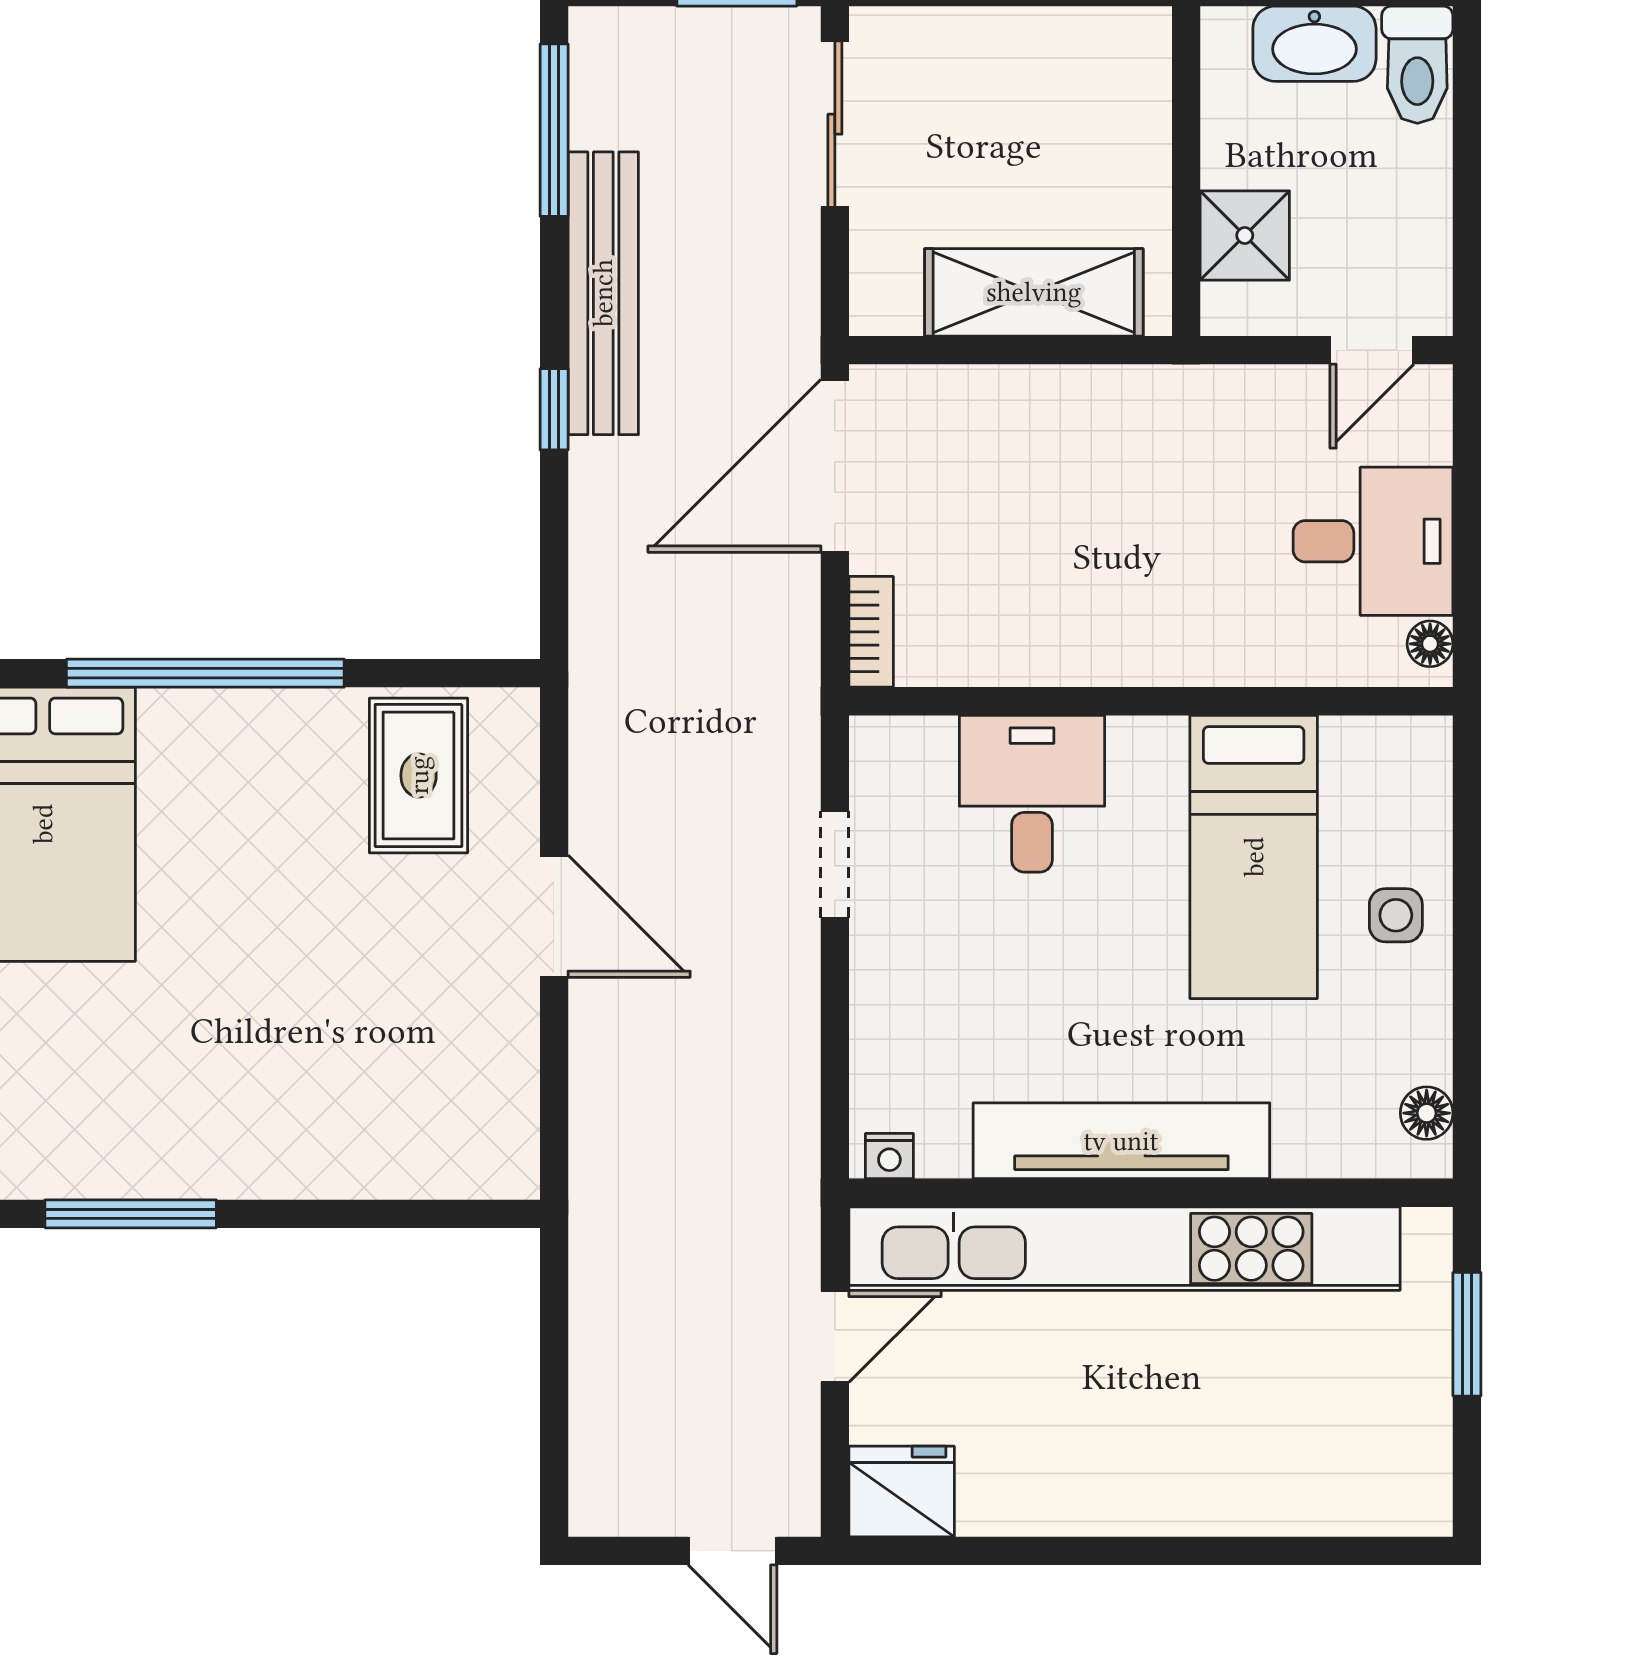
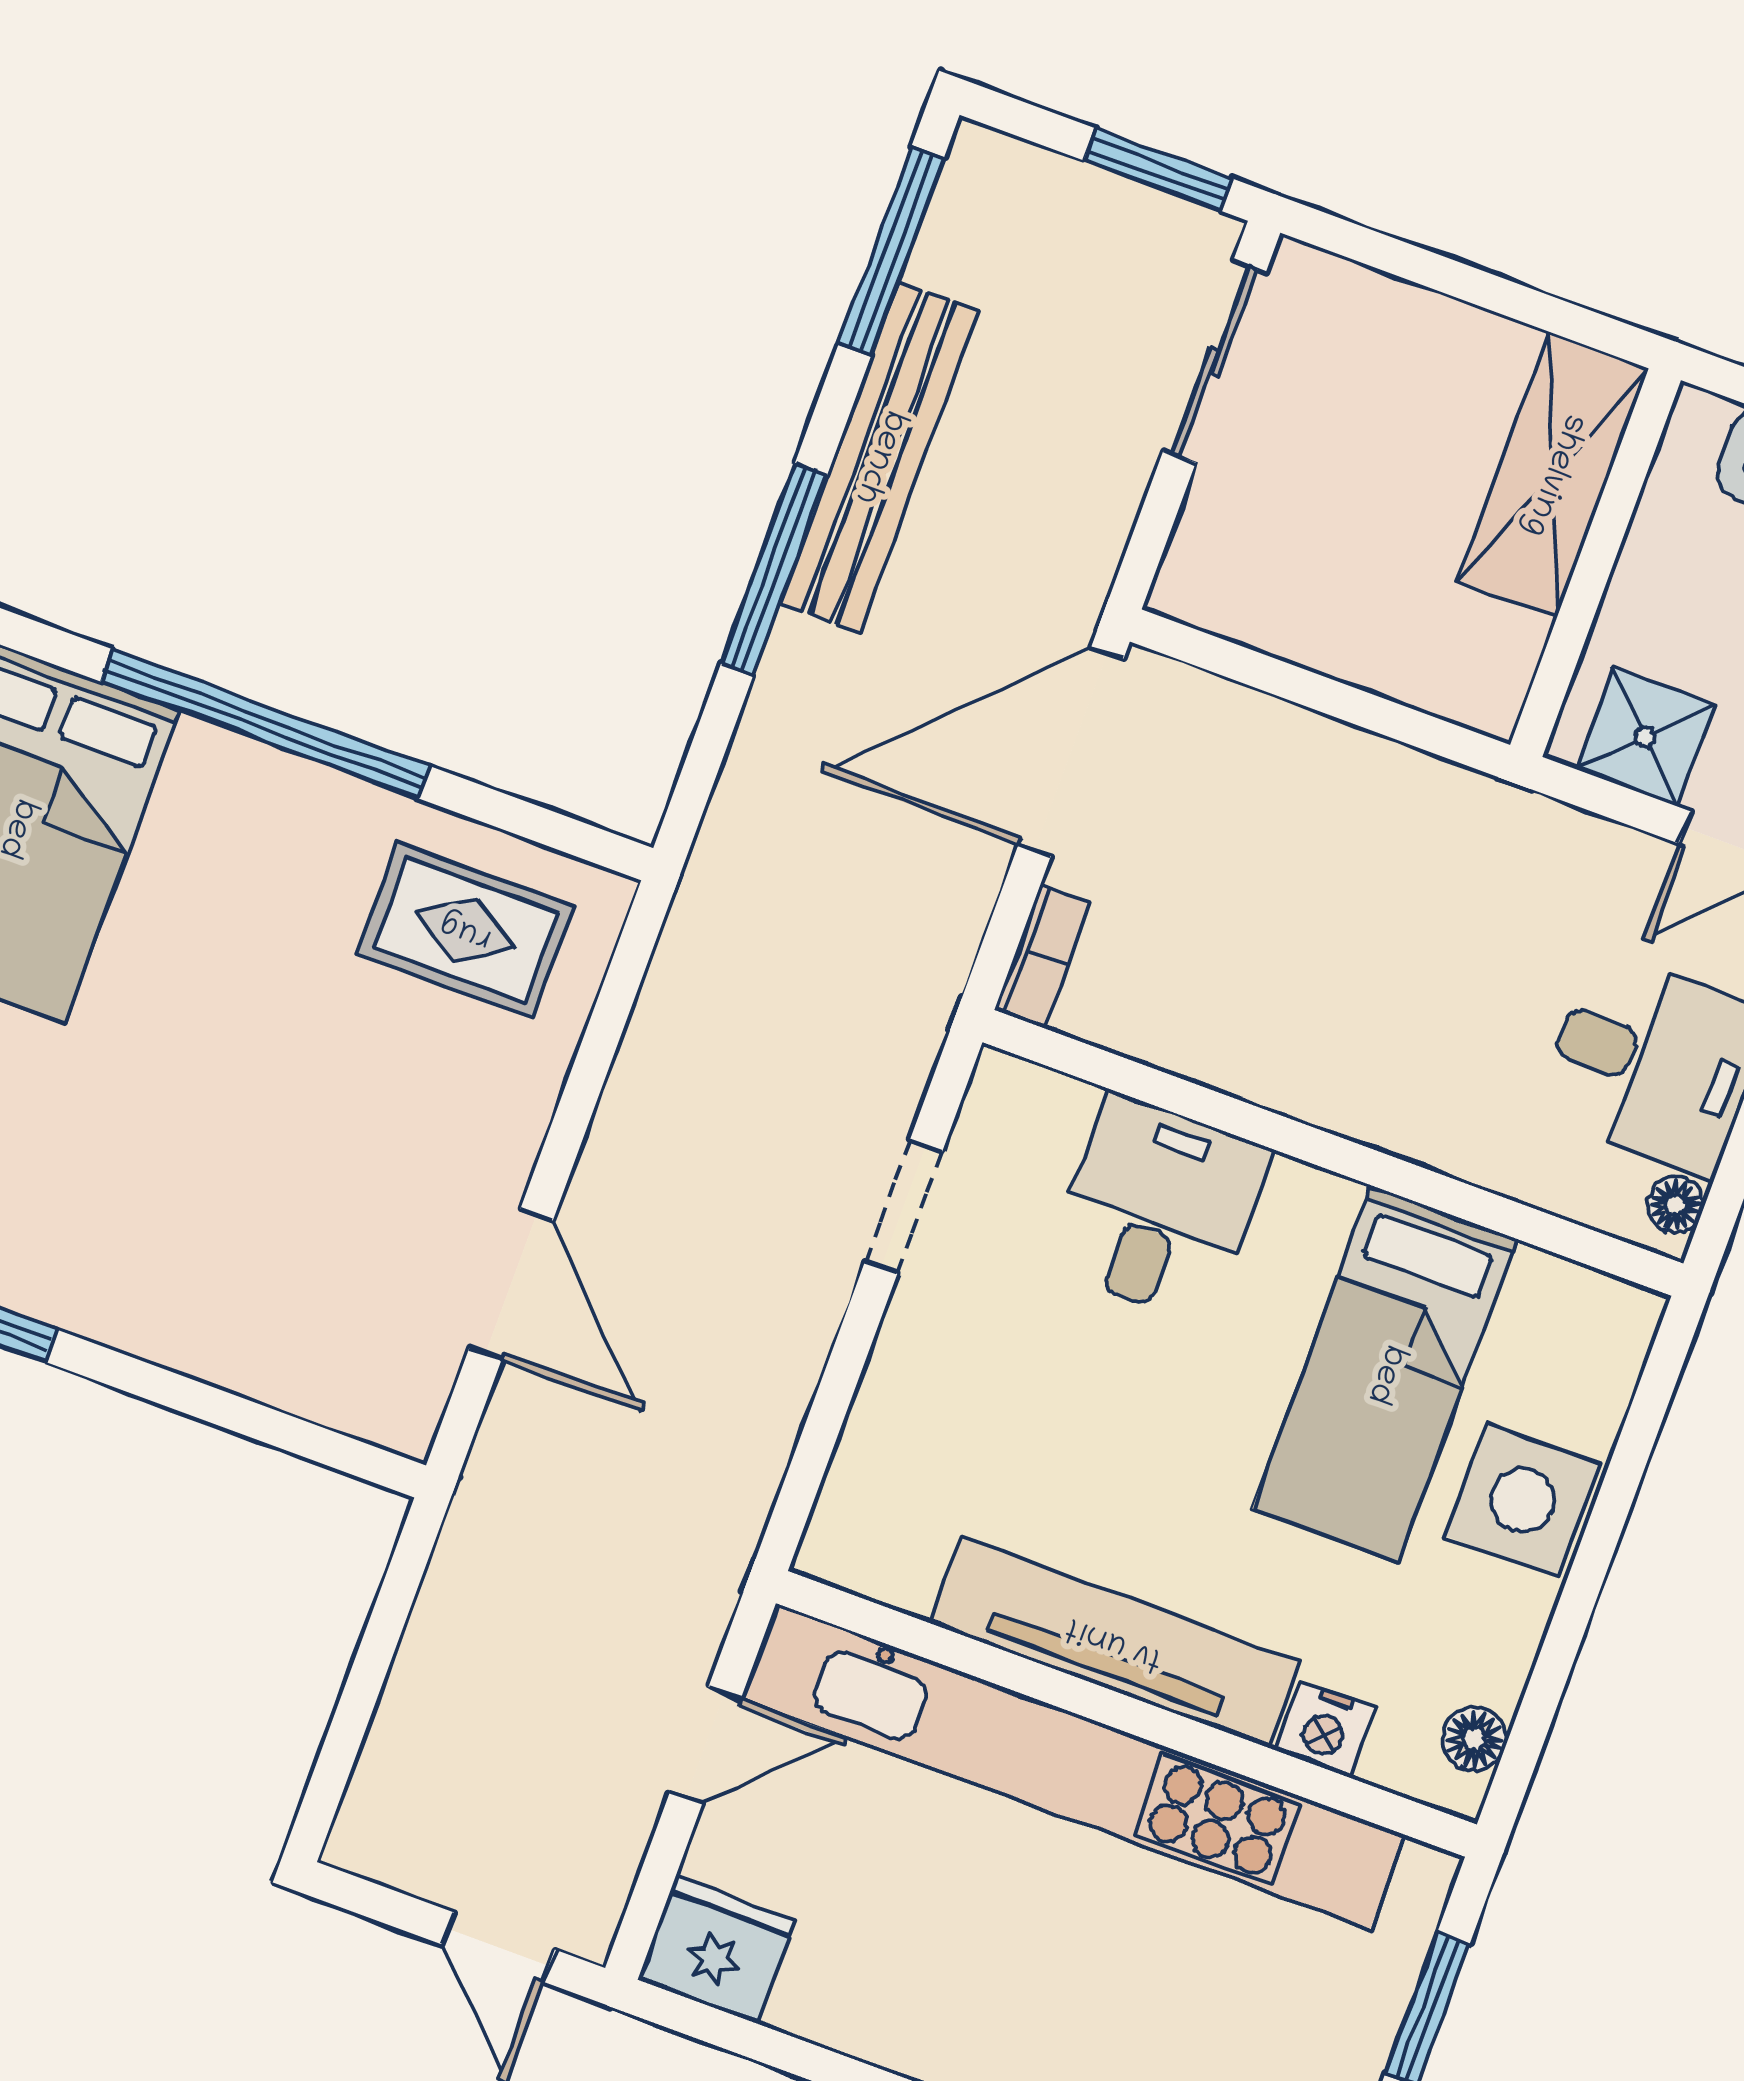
shower: (1245, 235) -> (1645, 737), moved
shelving: (1034, 292) -> (1553, 475), moved, turned 90
window: (554, 409) -> (774, 569), width x2.17
rug: (419, 775) -> (466, 930), turned 90
side table: (1396, 915) -> (1522, 1500), width x1.87, depth x1.87
door: (554, 916) -> (511, 1284), moved
nightstand: (889, 1156) -> (1325, 1729), moved, width x1.39, depth x1.35

